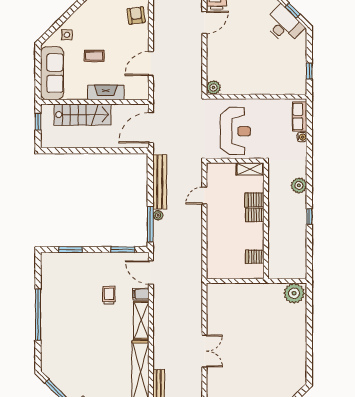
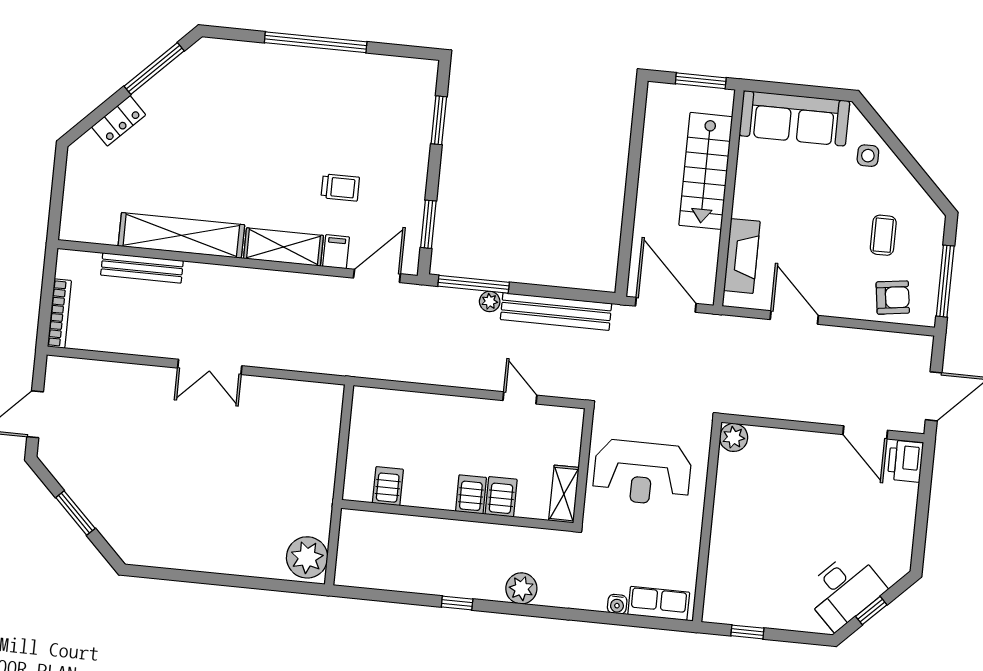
coffee table: (94, 56) -> (883, 235), moved
fireplace: (106, 92) -> (742, 256), moved
window: (38, 122) -> (701, 81), width x1.50

